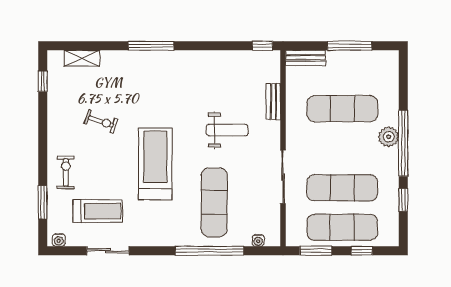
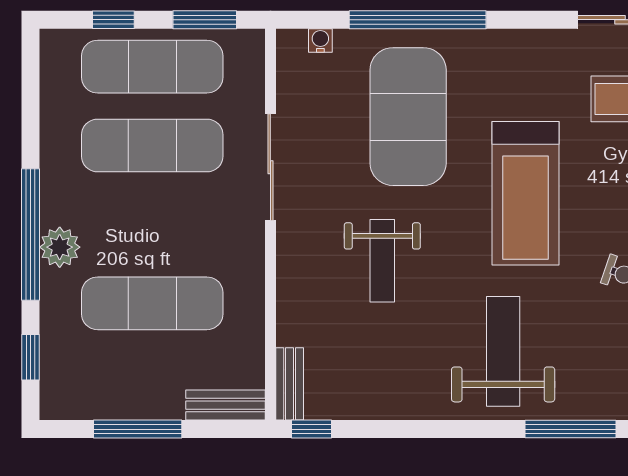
window: (151, 46) -> (571, 429), moved
weight bench: (167, 85) -> (503, 351), added
bench: (273, 102) -> (290, 384), moved
weight bench: (227, 130) -> (382, 261), turned -90
window: (403, 200) -> (31, 357), moved
exercise mat: (214, 202) -> (408, 117), width x1.47

